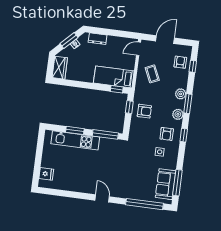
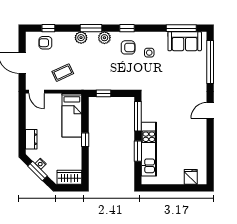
window: (117, 89) -> (85, 140), moved
armchair: (144, 111) -> (106, 76), removed

